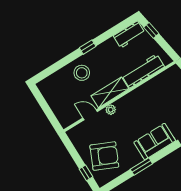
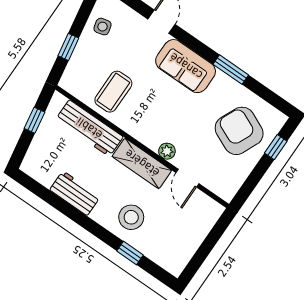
window: (151, 30) -> (34, 120), moved
workbench: (129, 34) -> (75, 193), moved
window: (88, 47) -> (130, 253), moved
coffee table: (158, 94) -> (113, 92), added

